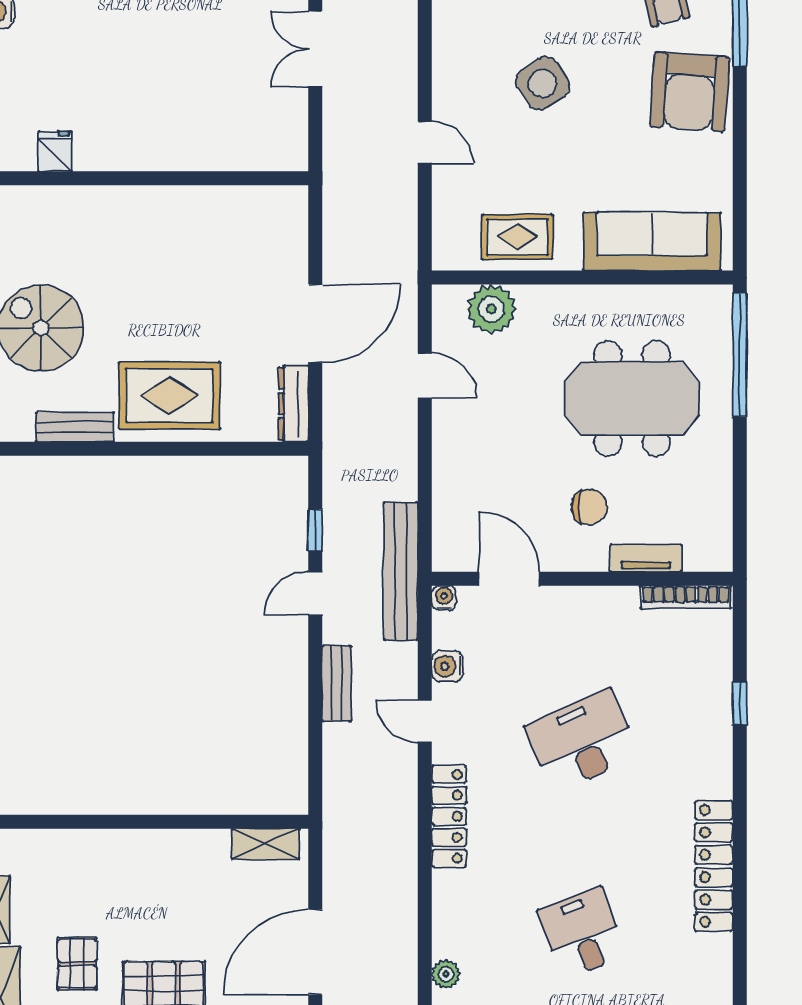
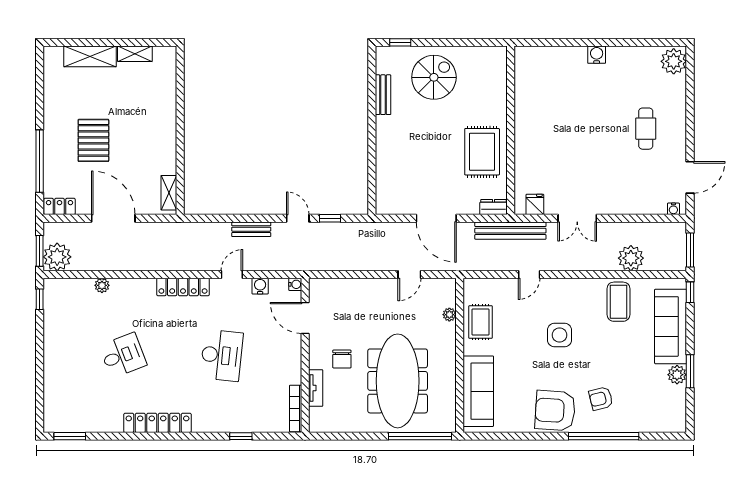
double door: (315, 49) -> (577, 218), swing flipped
side table: (543, 83) -> (560, 335), turned 33
fridge: (55, 151) -> (535, 204), moved, turned -90
plant: (491, 309) -> (449, 315), width x0.53, depth x0.53
rug: (169, 396) -> (482, 152), moved
meeting table: (632, 398) -> (398, 381), width x1.36
dresser: (293, 404) -> (494, 207), moved, width x0.70
bench: (401, 571) -> (510, 231), moved
door: (509, 579) -> (305, 318), swing flipped
desk: (582, 741) -> (222, 355), turned 30
pallet: (77, 964) -> (107, 96), removed

